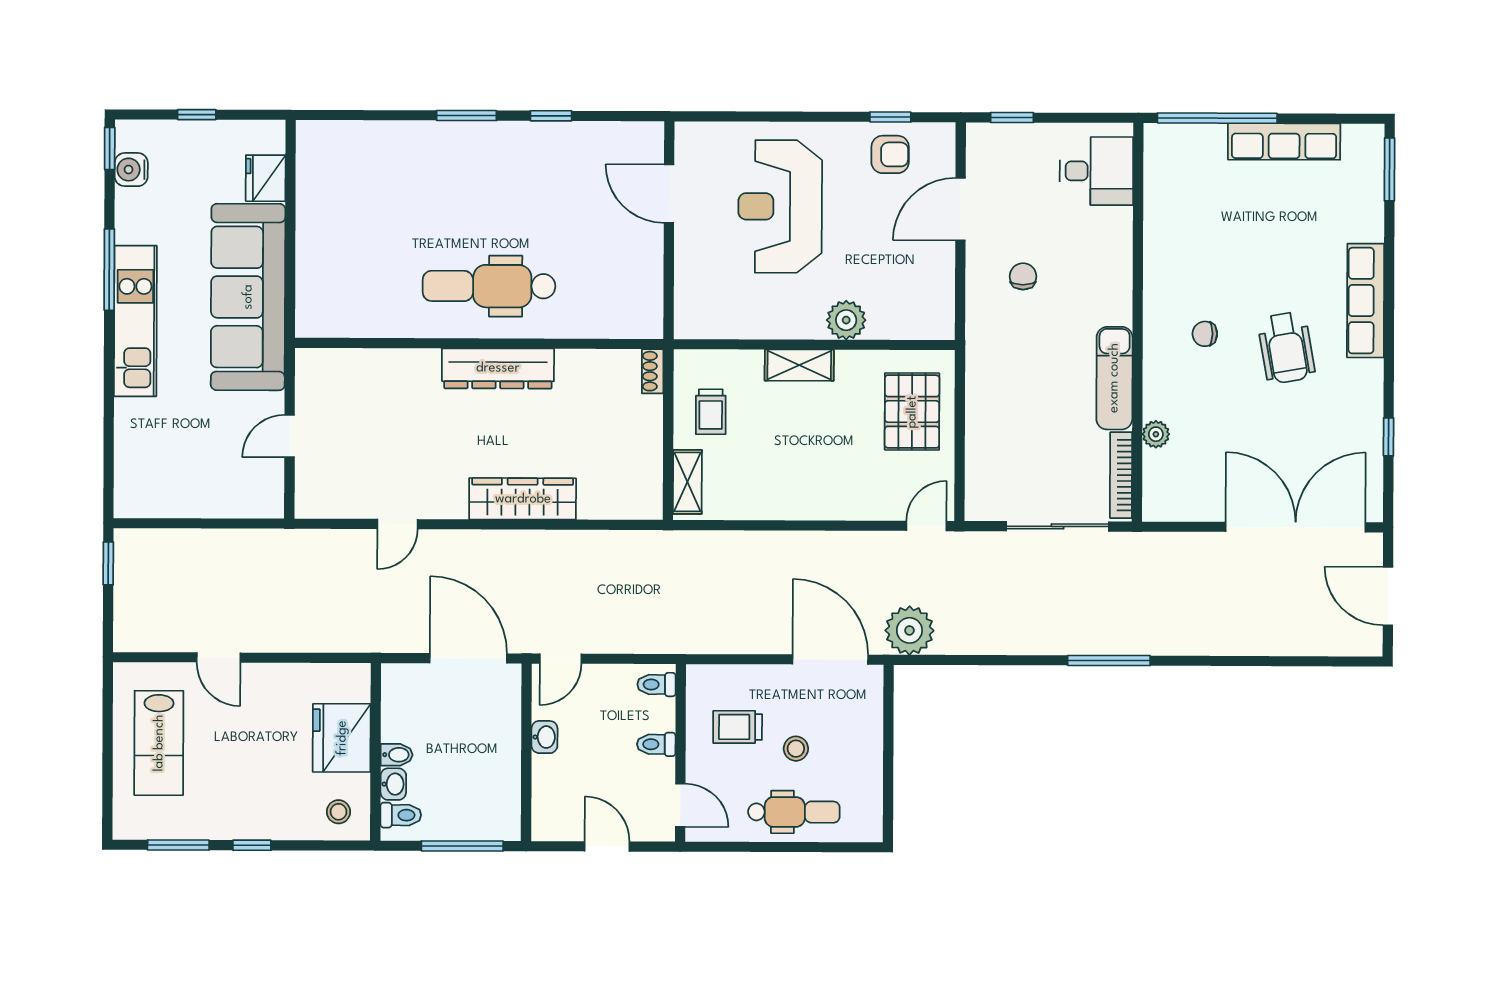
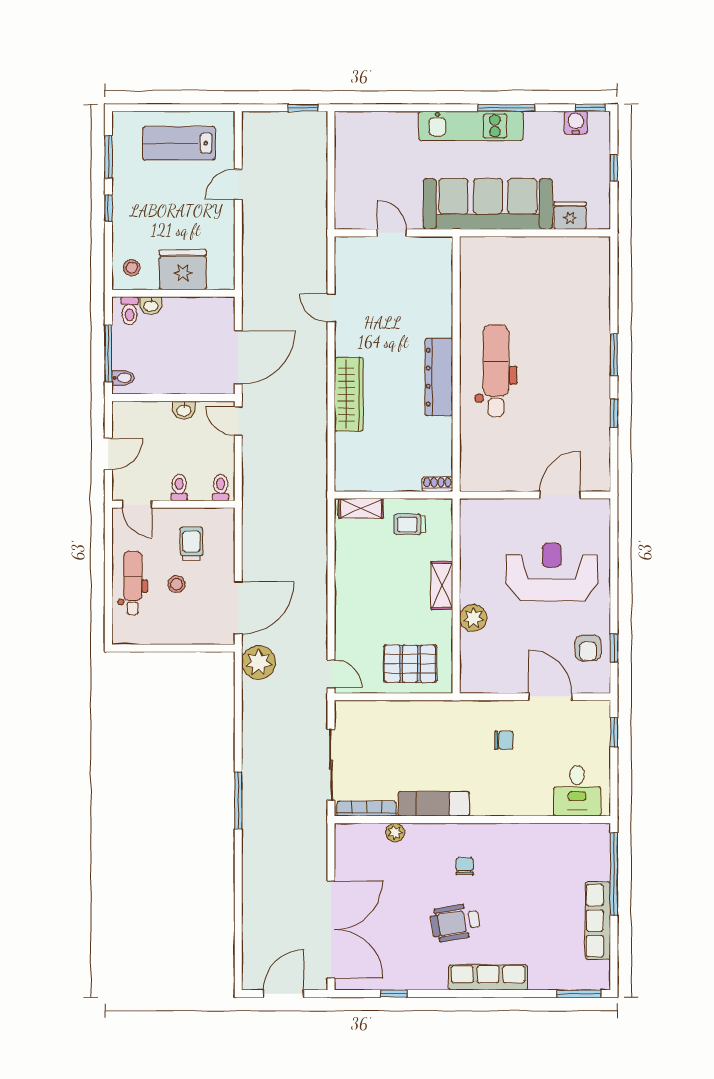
bidet: (397, 755) -> (123, 378), moved, turned -90
door: (680, 805) -> (137, 504), hinge flipped
dental chair: (794, 812) -> (133, 583), turned 180

